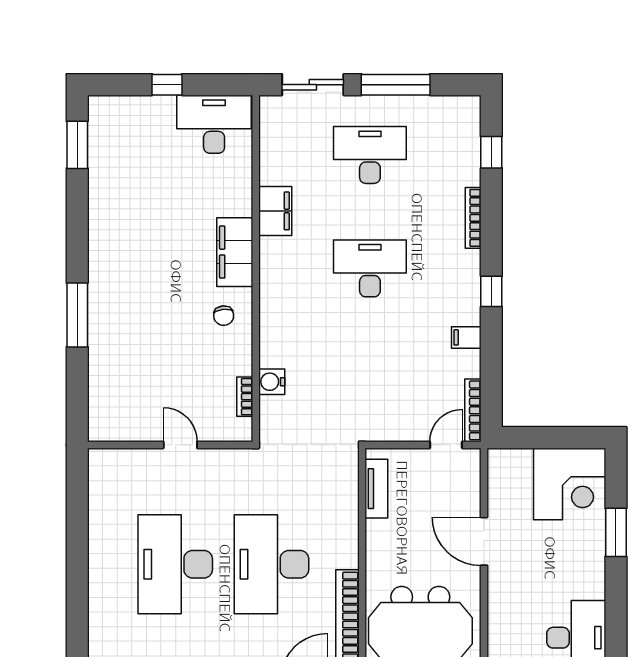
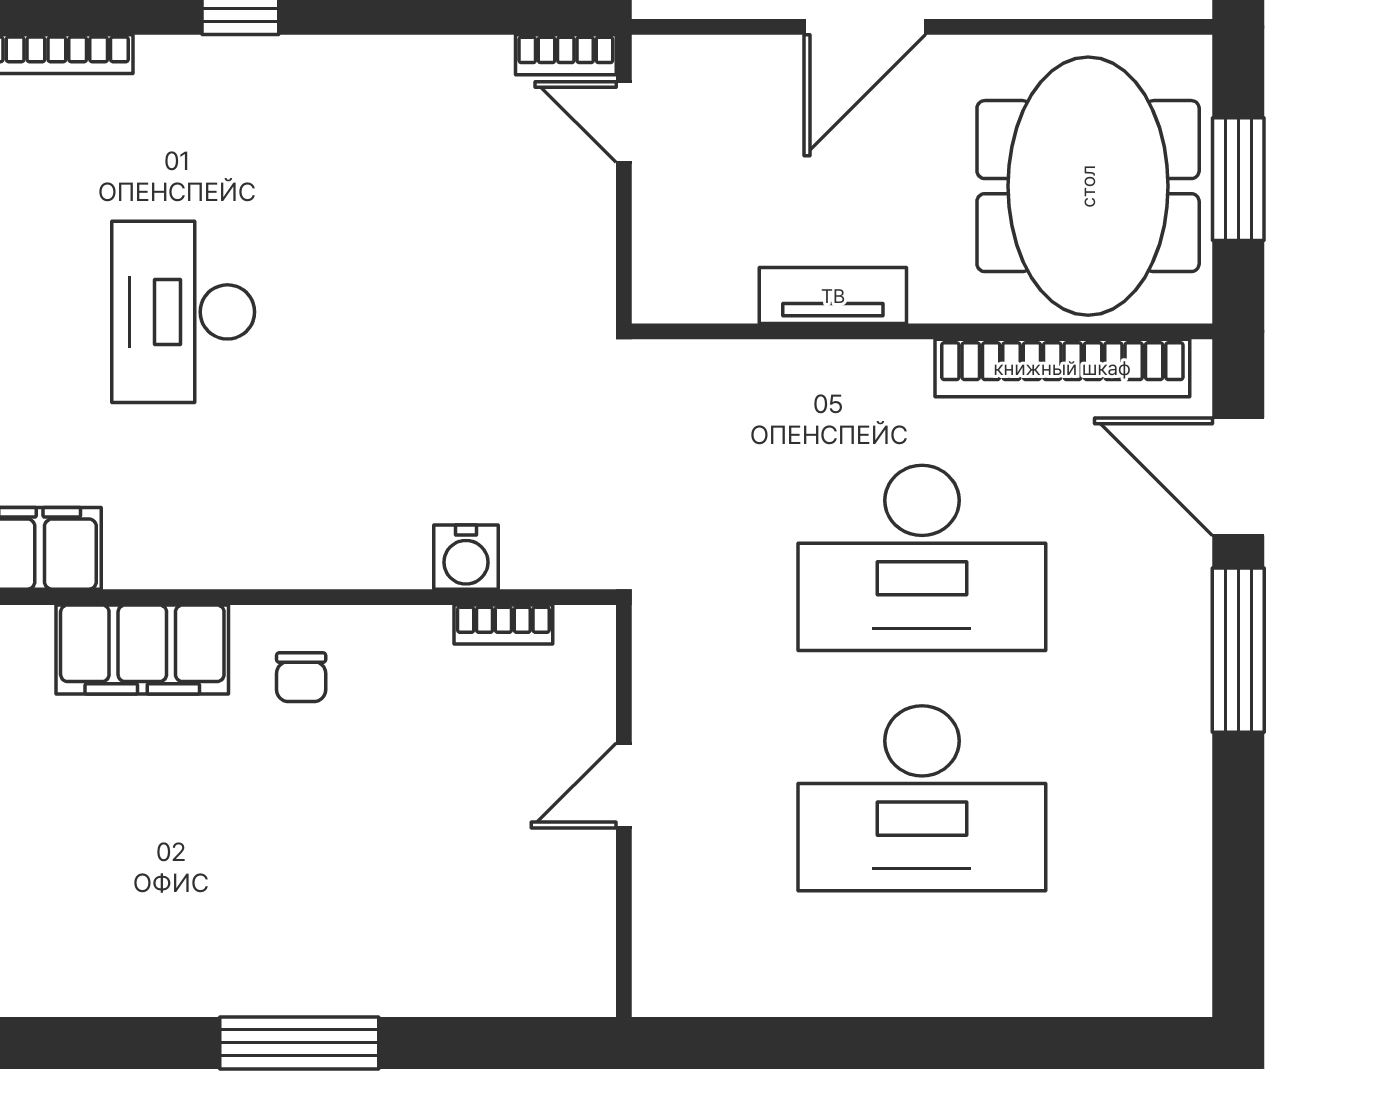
chair: (224, 316) -> (301, 677), turned 96
filing cabinet: (466, 337) -> (356, 71), removed
bookcase: (473, 410) -> (566, 55), width x0.64
tv unit: (376, 489) -> (833, 296), moved

